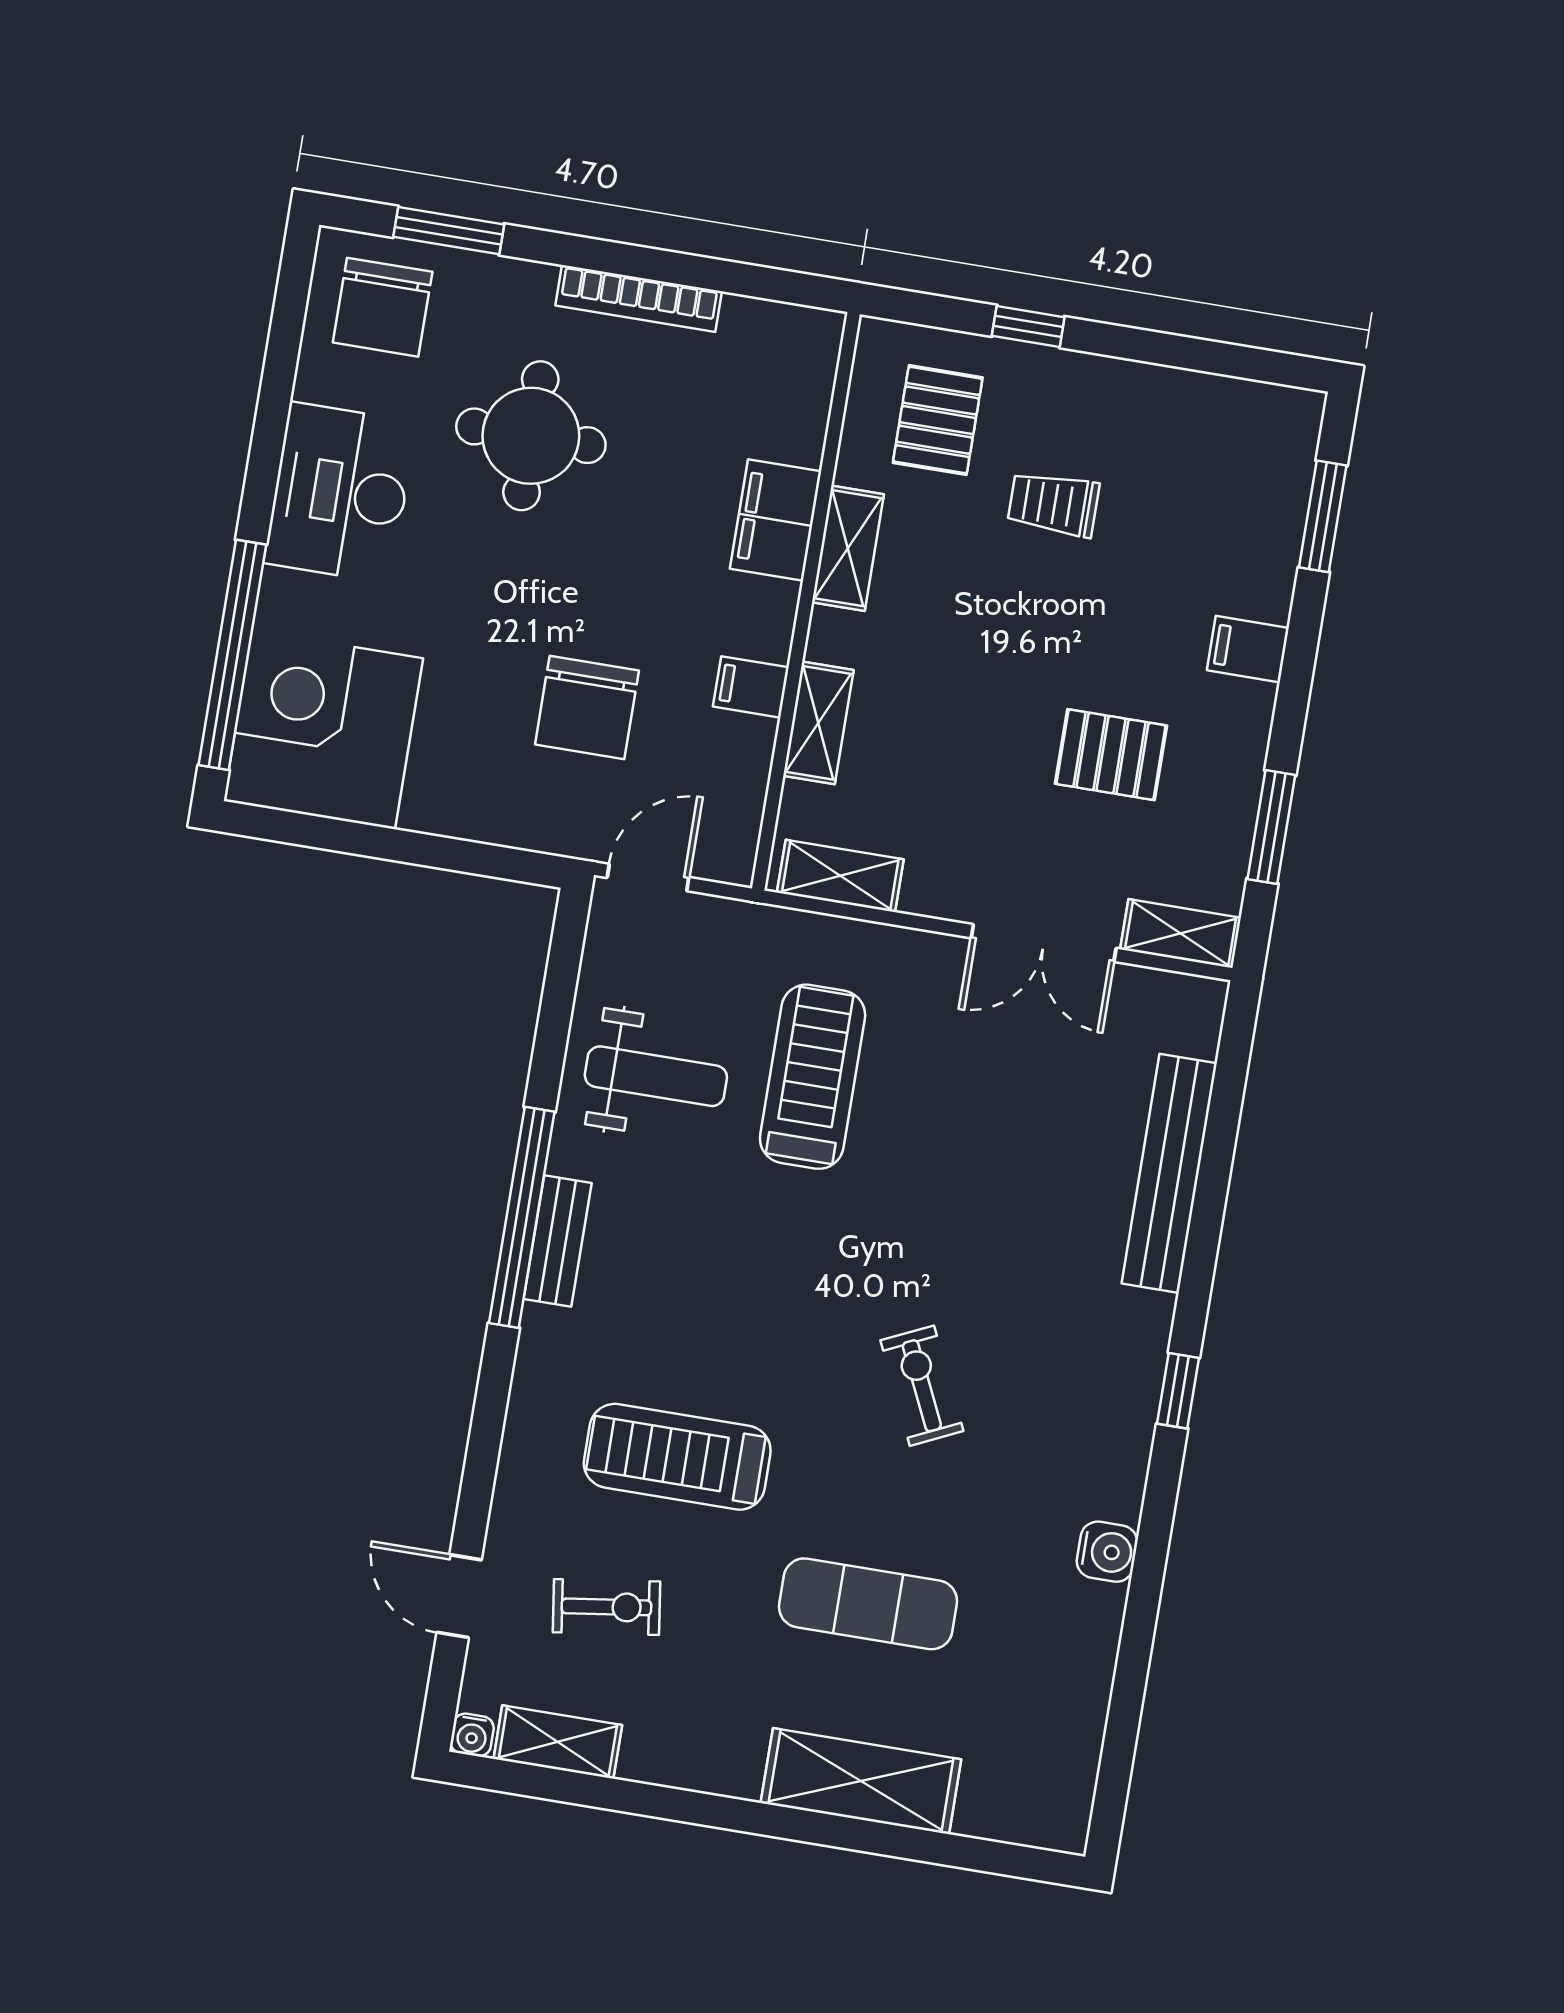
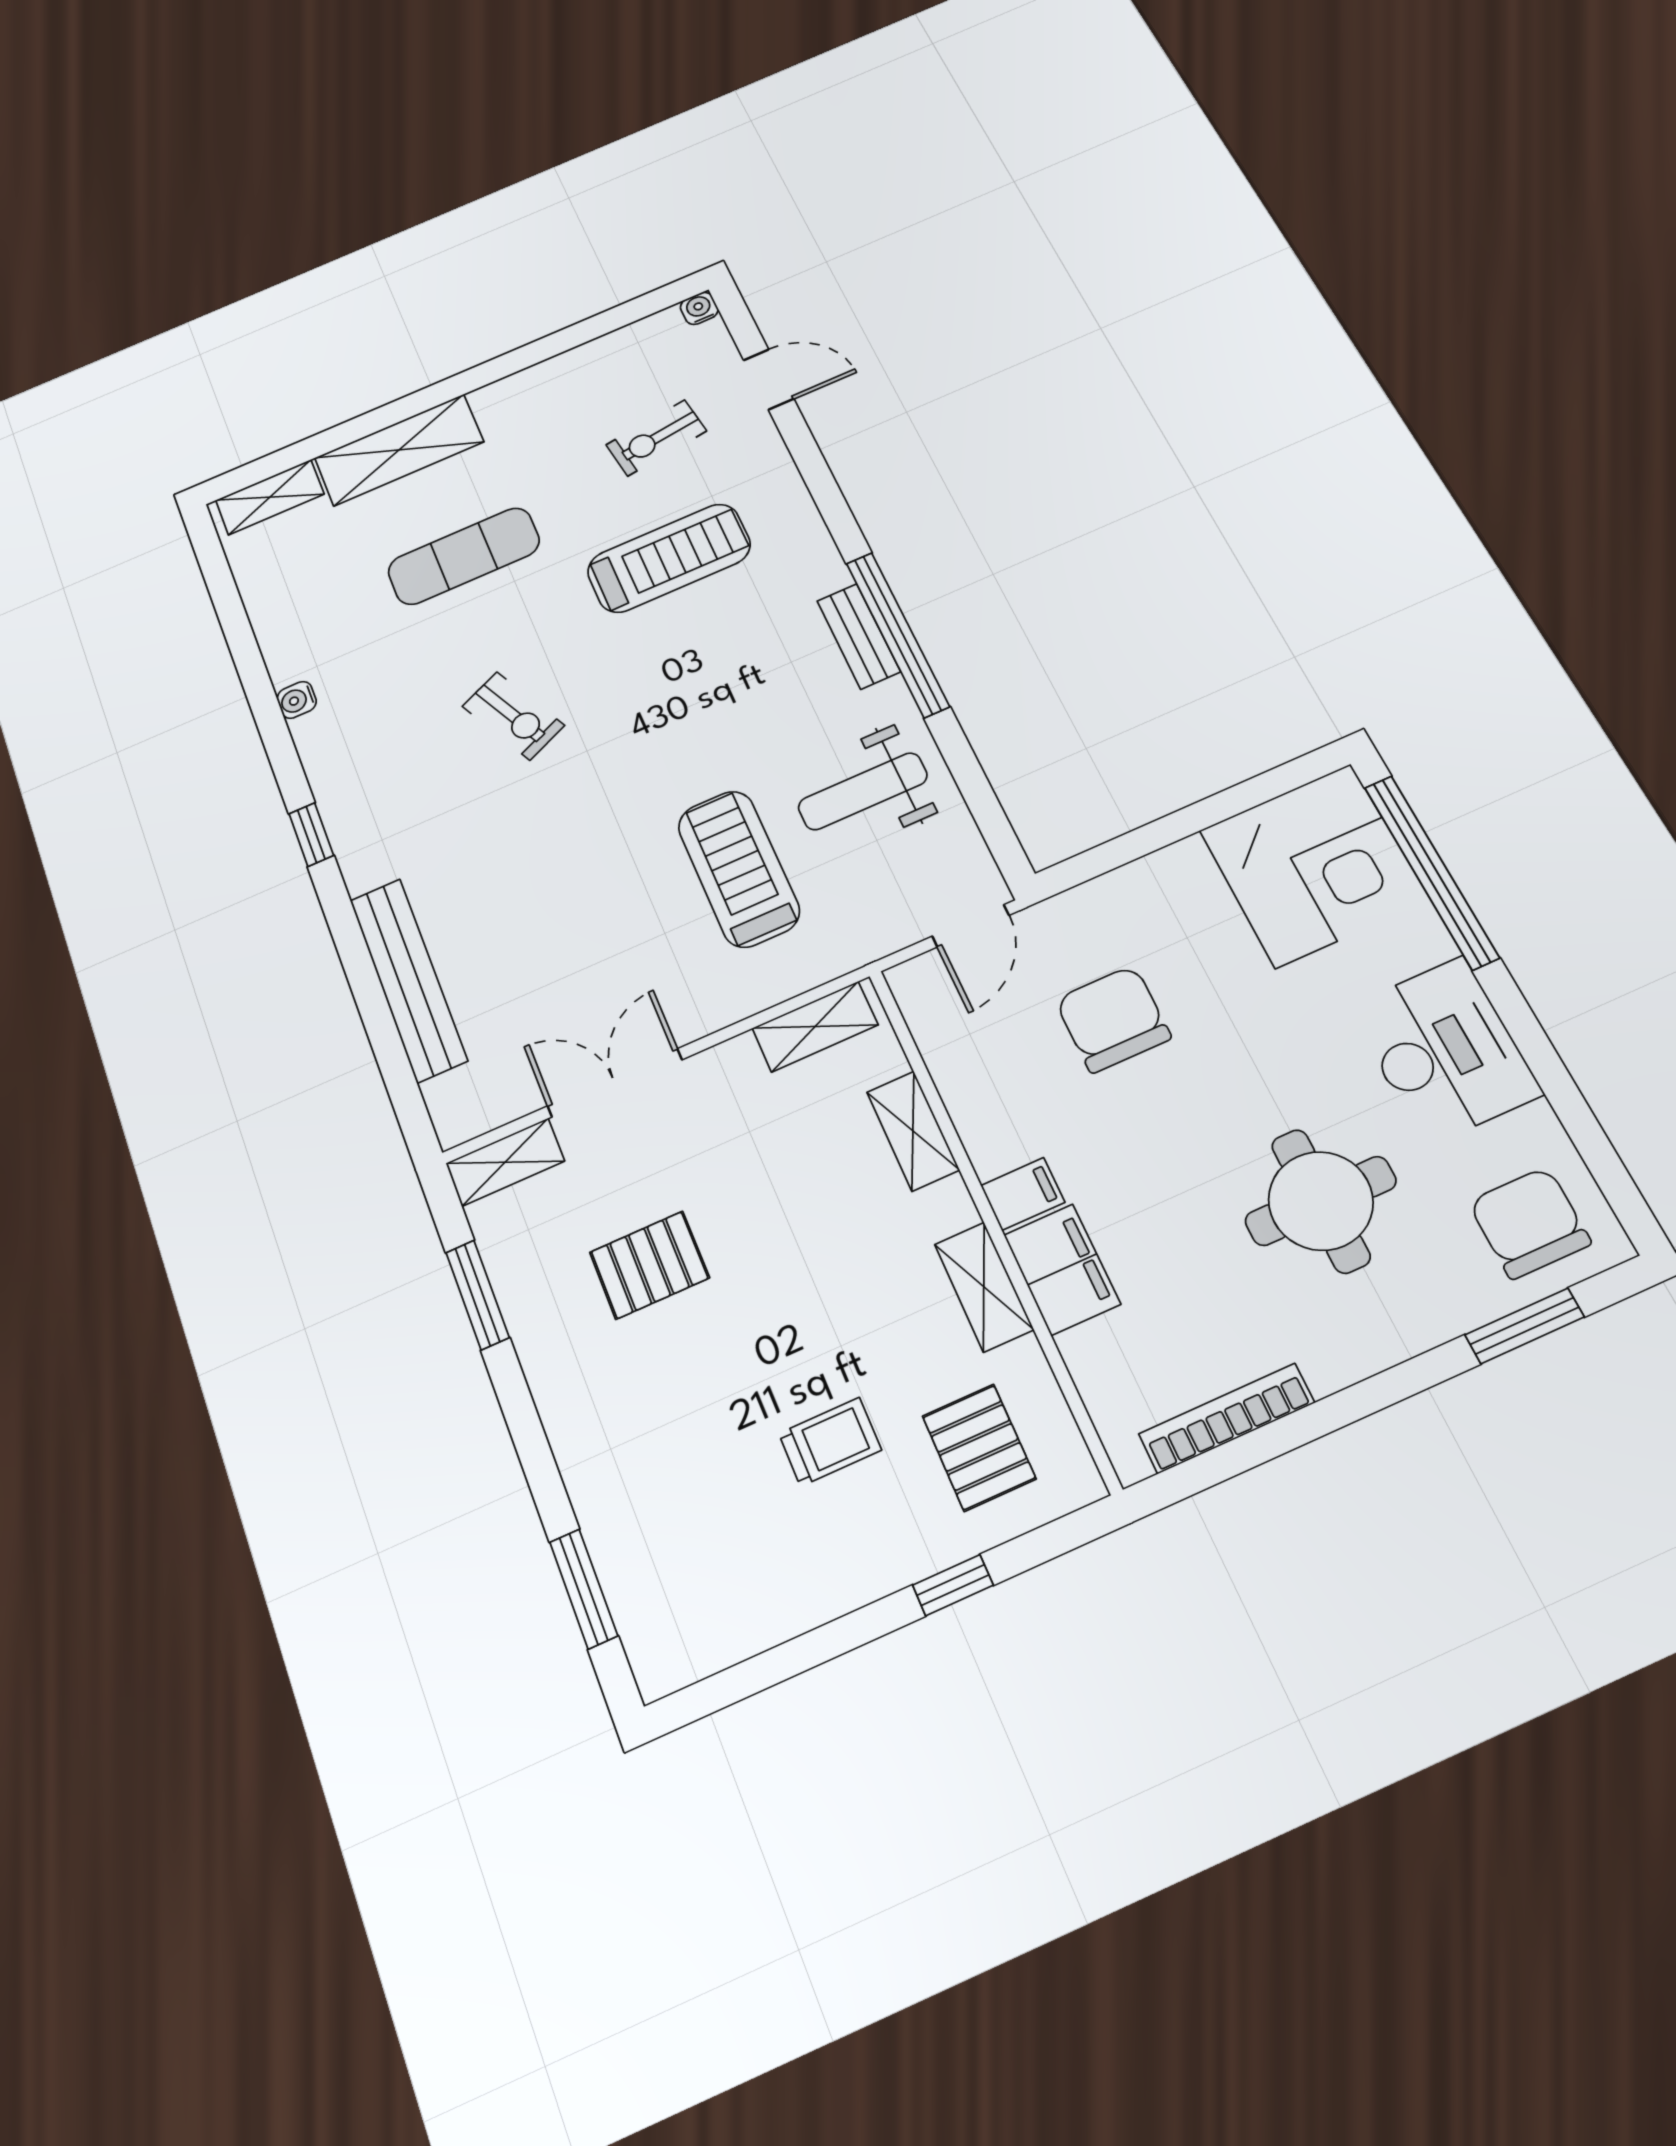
bookcase: (639, 298) -> (1227, 1418), moved
filing cabinet: (1248, 649) -> (583, 1429), removed
filing cabinet: (751, 687) -> (1023, 1194), moved
treadmill: (813, 1077) -> (739, 869), turned 180
water cooler: (1107, 1552) -> (297, 700), width x0.72, depth x0.72
shelving: (558, 1742) -> (270, 497), moved

